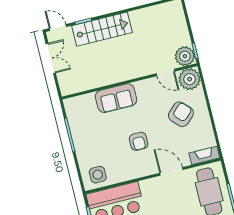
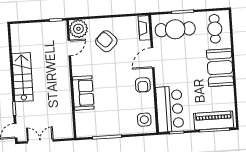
stairs: (102, 29) -> (23, 77), moved
plant: (185, 56) -> (59, 29), removed
armchair: (139, 141) -> (143, 85), moved, turned 90

